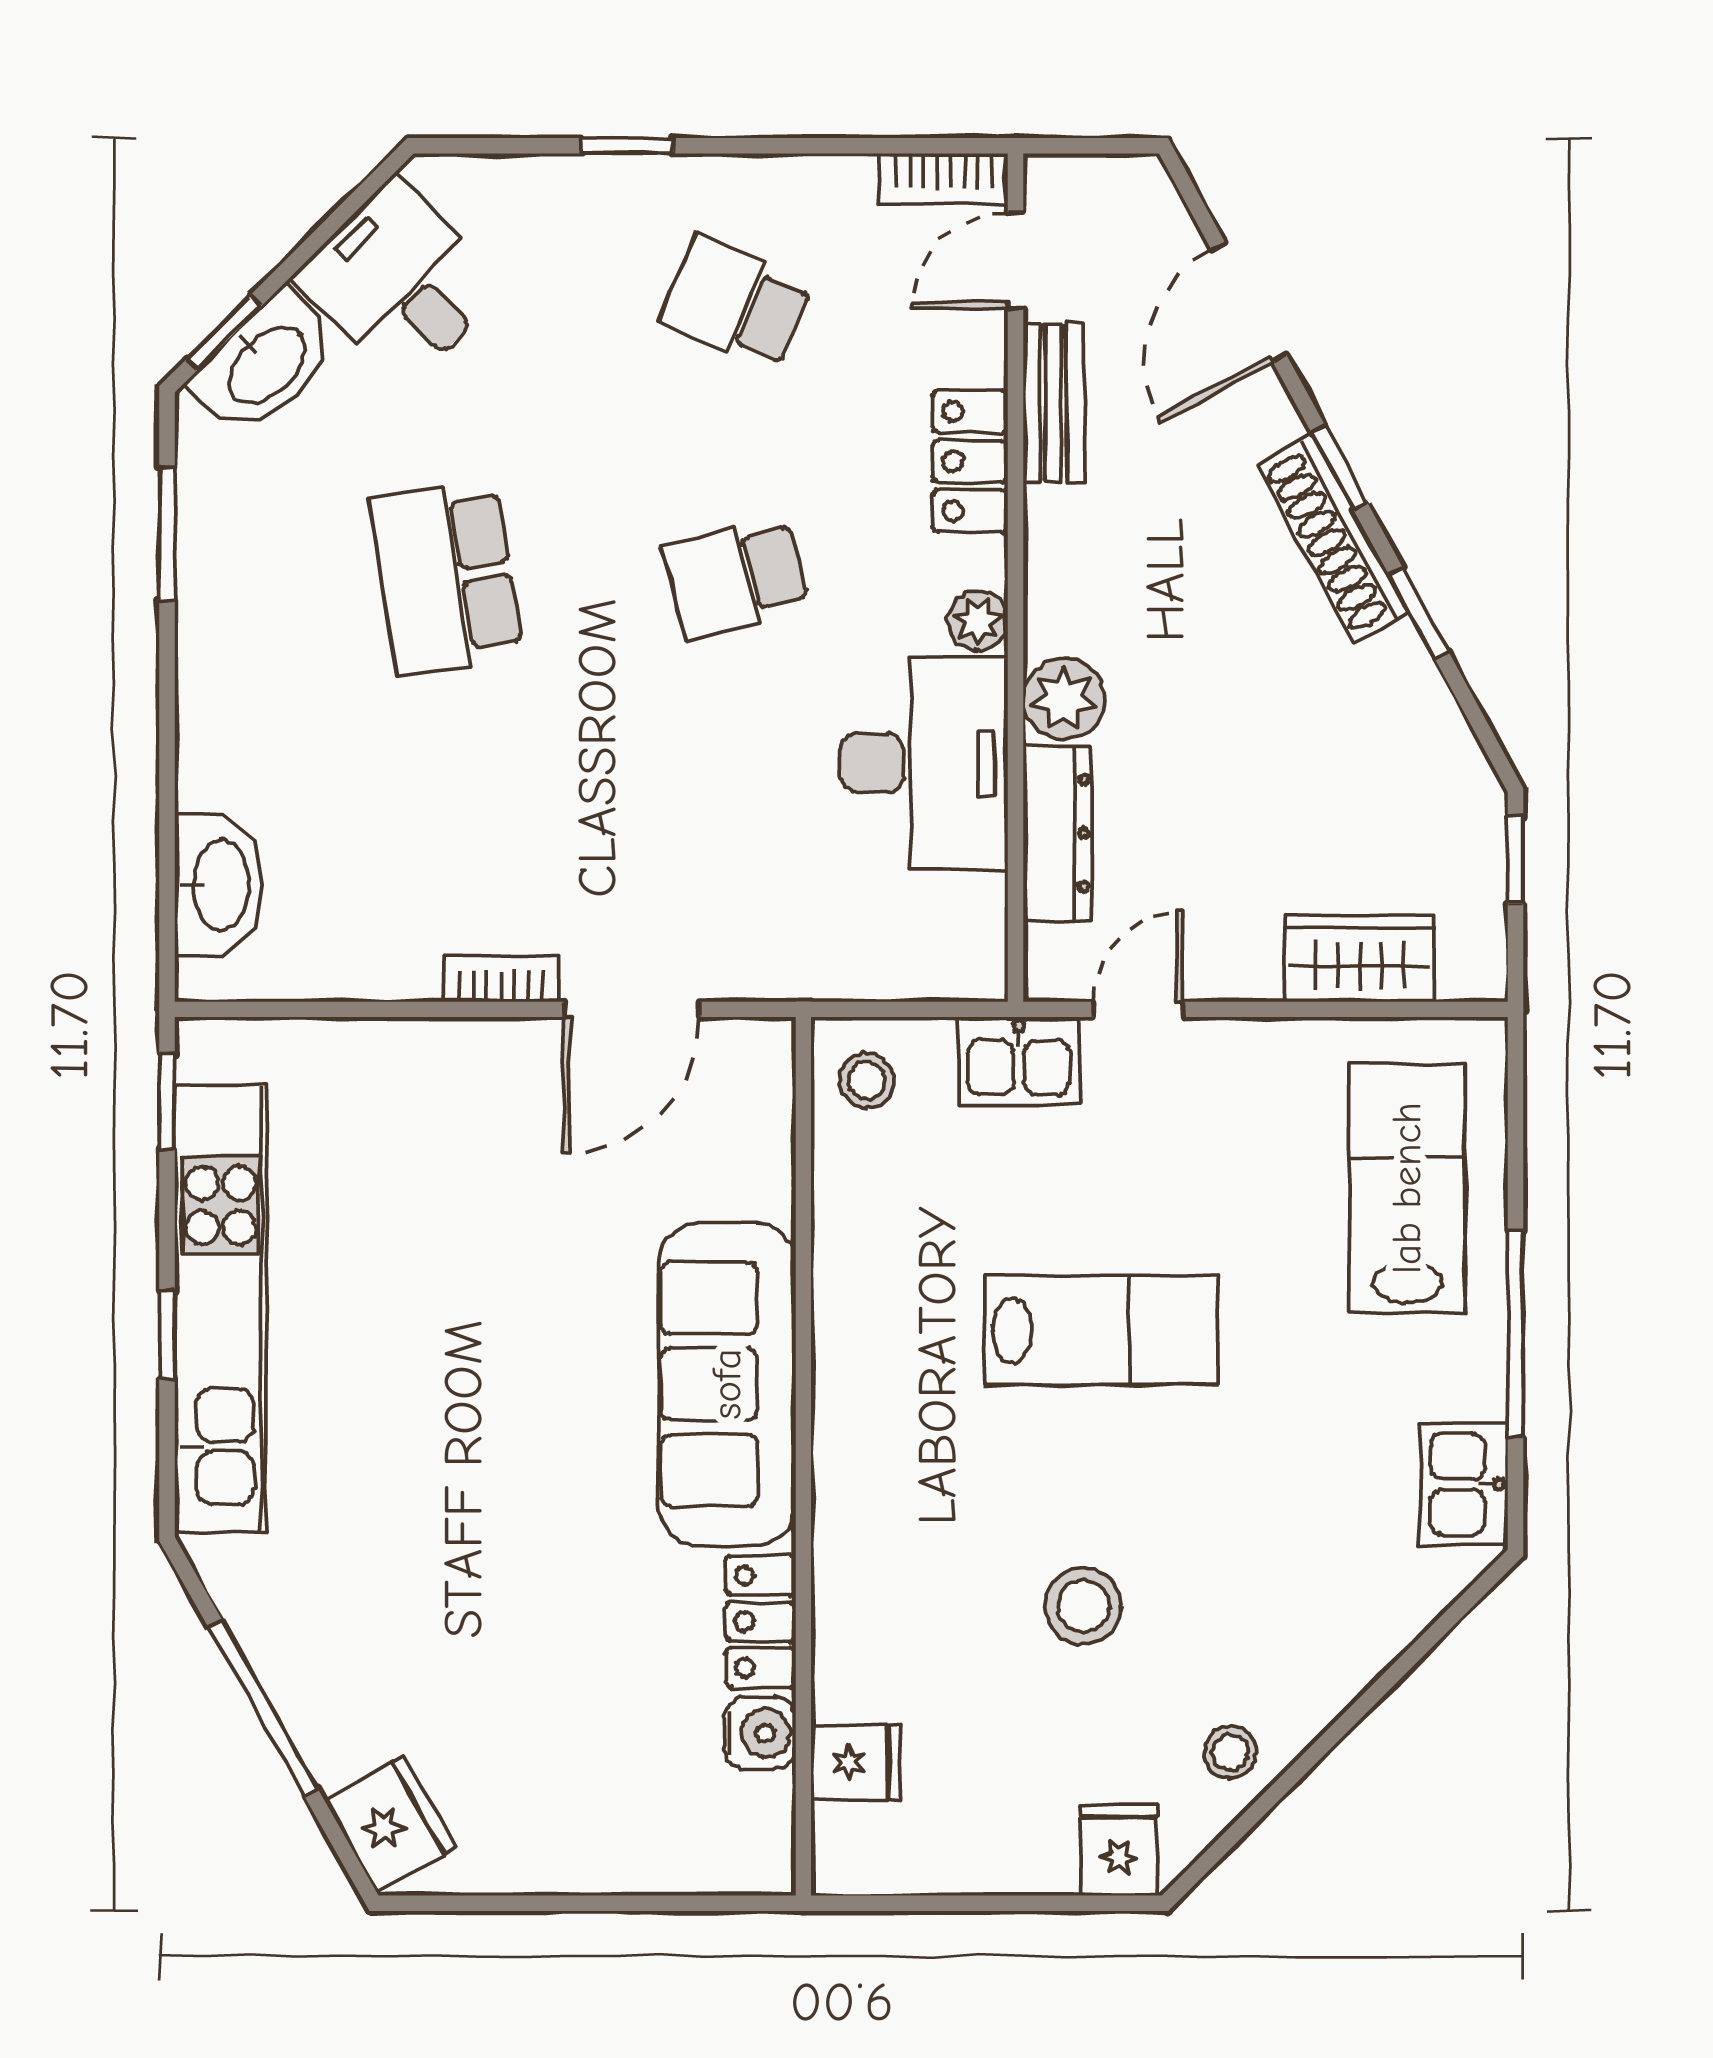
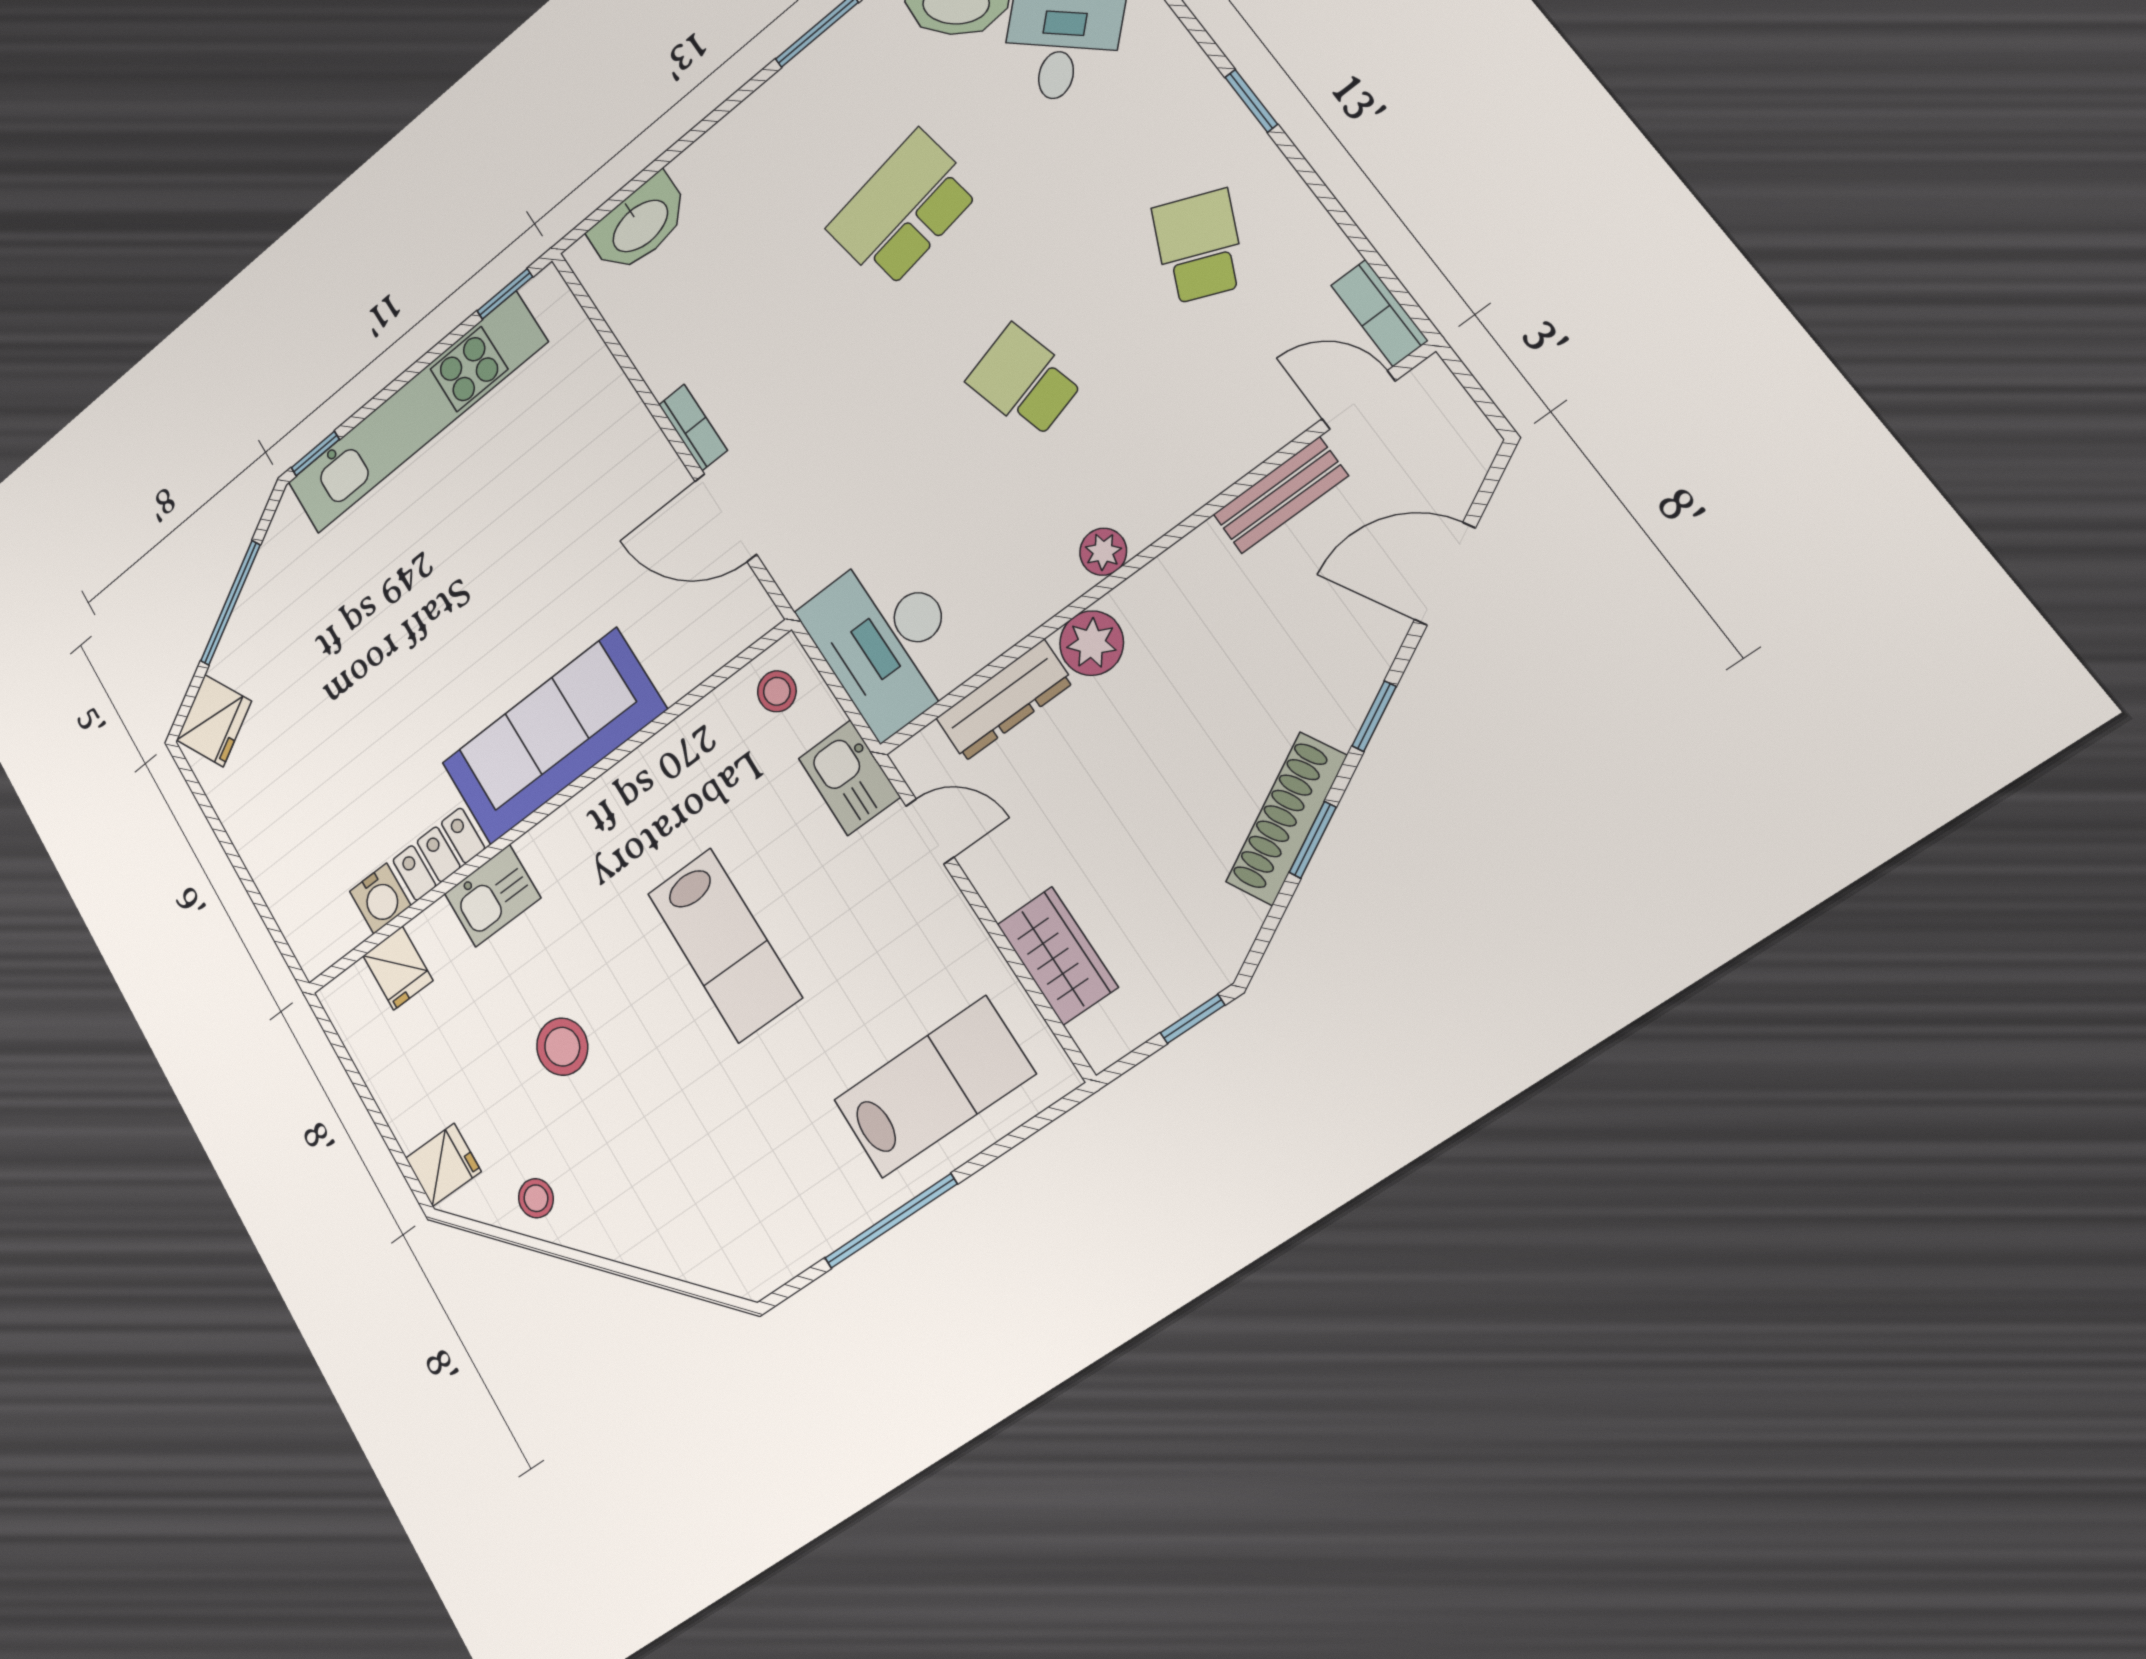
locker: (970, 461) -> (1203, 470), removed
shoe rack: (1334, 539) -> (1286, 819), moved
desk: (924, 763) -> (887, 641), moved, turned 90
window: (167, 1334) -> (315, 454), moved
kitchen sink: (1464, 1484) -> (492, 896), moved, turned 180

